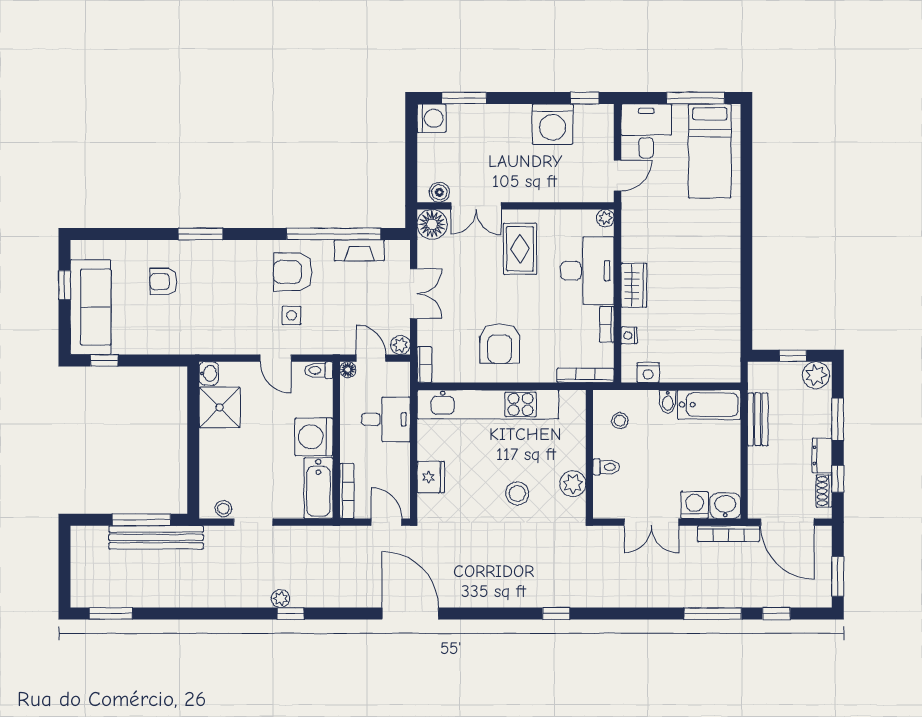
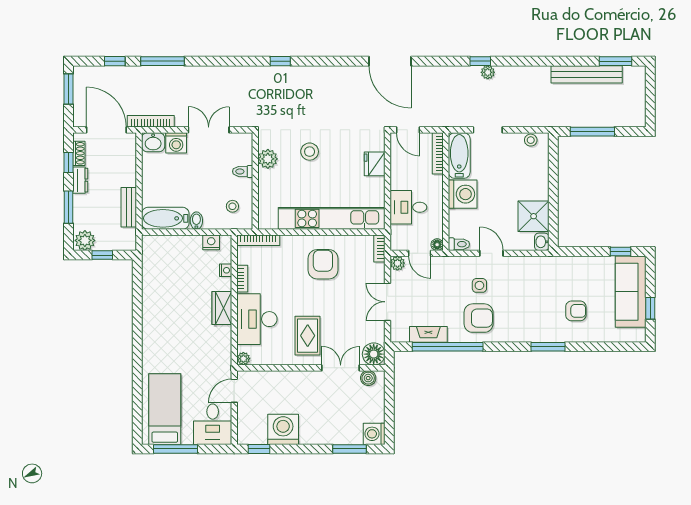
doorway: (253, 522) -> (488, 130), moved
bench: (156, 537) -> (587, 74), moved

